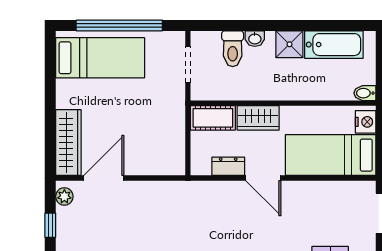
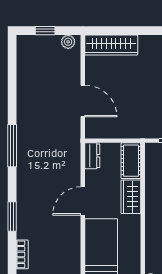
dresser: (228, 166) -> (92, 156), moved
door: (104, 178) -> (83, 101), moved

